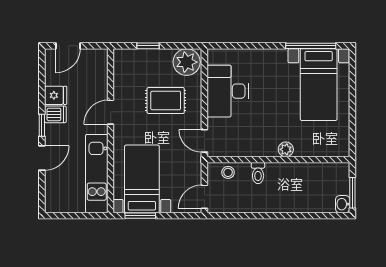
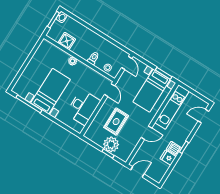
door: (68, 46) -> (137, 172), moved
plant: (187, 62) -> (111, 144), moved
bed with nightstands: (319, 85) -> (51, 91), moved
rug: (166, 100) -> (116, 122), turned 90
door: (42, 158) -> (203, 116), moved
shower: (313, 174) -> (67, 41), added
door: (204, 197) -> (127, 63), hinge flipped

